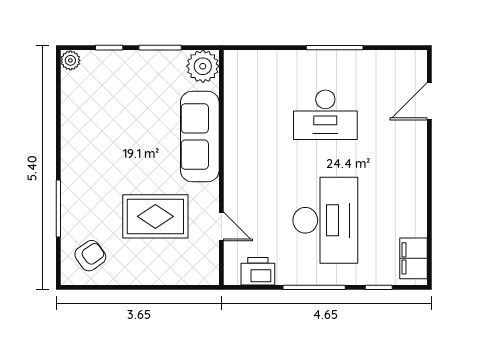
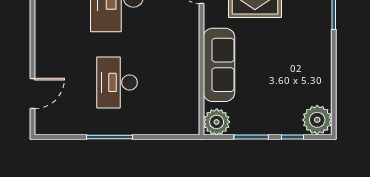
plant: (70, 60) -> (317, 120), width x1.87, depth x1.87
desk: (325, 115) -> (117, 82), turned -90

